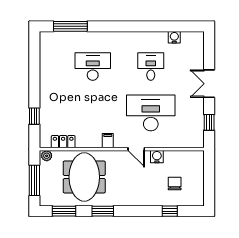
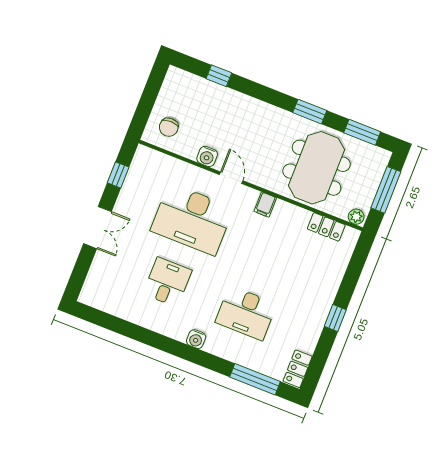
water cooler: (174, 37) -> (196, 339), moved
locker: (46, 44) -> (298, 369), added
desk: (151, 66) -> (167, 282), turned 180
window: (34, 116) -> (335, 318), moved
chair: (175, 184) -> (169, 127), moved

